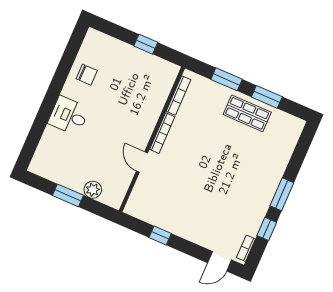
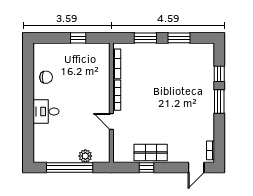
shop shelf: (247, 113) -> (151, 153), moved
window: (68, 195) -> (70, 168), width x2.11
window: (267, 229) -> (219, 74), moved

